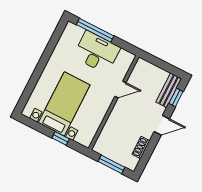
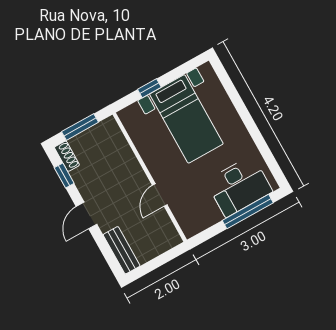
desk: (97, 52) -> (239, 186), moved
window: (176, 98) -> (64, 176), moved
shoe rack: (141, 148) -> (67, 156), moved

